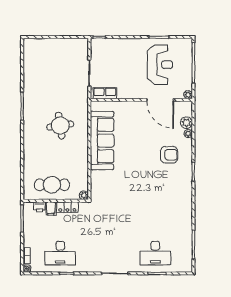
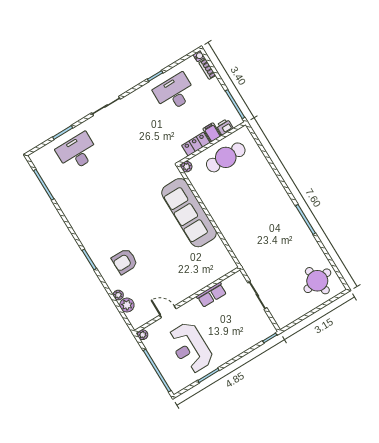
row of seats: (105, 93) -> (211, 295), moved
door: (160, 100) -> (168, 312), width x0.53
round table: (60, 126) -> (317, 281), moved
sofa: (102, 141) -> (189, 213), moved

